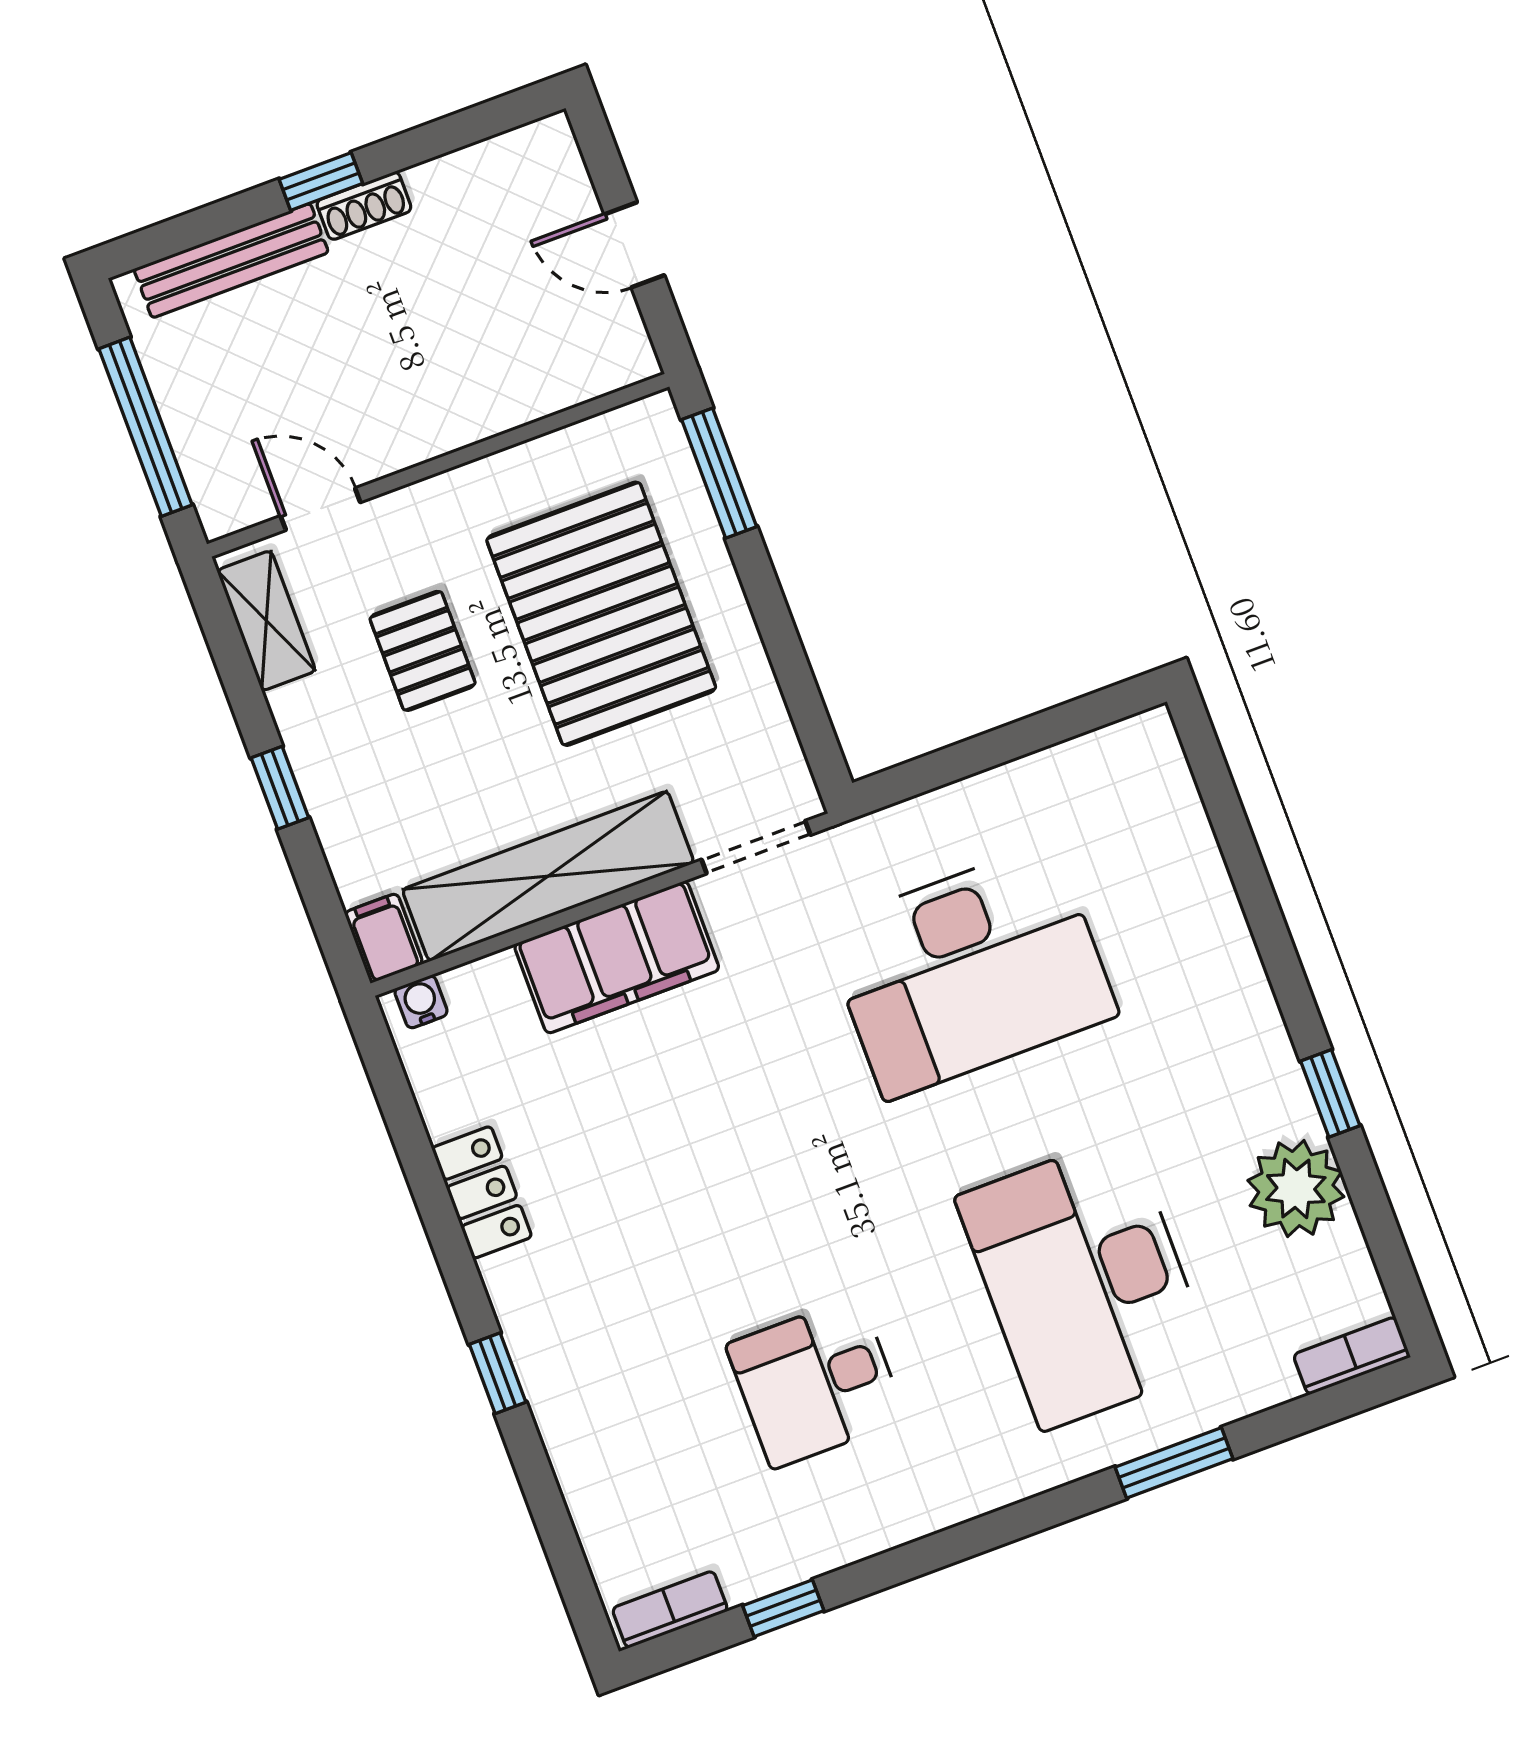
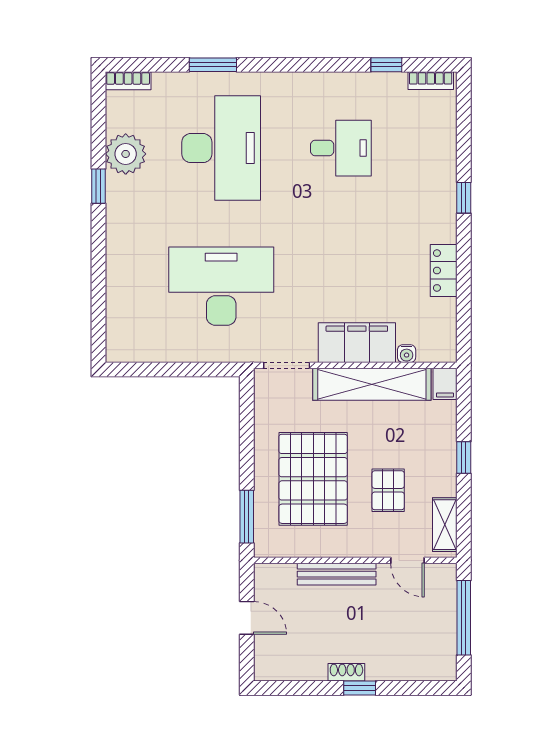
bench: (231, 261) -> (337, 574), moved
water cooler: (421, 1002) -> (407, 354), moved

